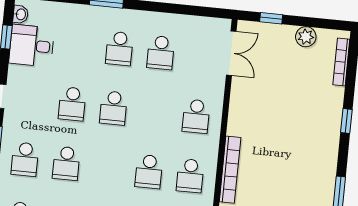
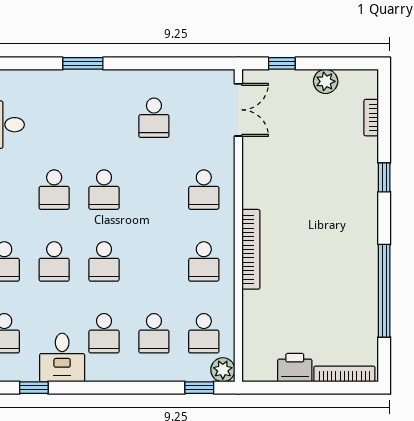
school desk: (119, 49) -> (104, 118), removed
bookcase: (341, 62) -> (371, 118), width x0.64
school desk: (149, 172) -> (104, 261), moved

